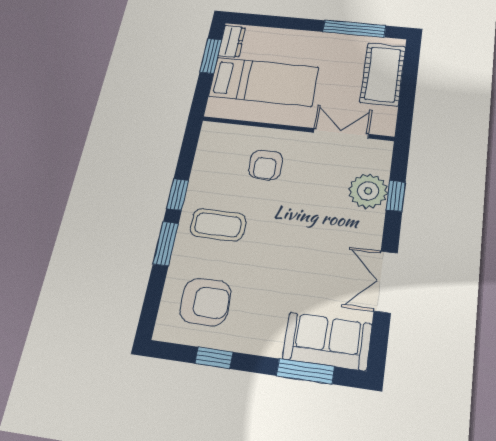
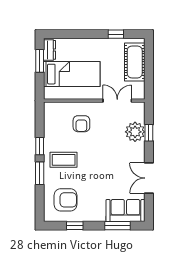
window: (354, 29) -> (116, 34), width x0.46

